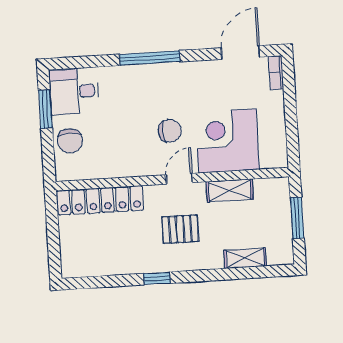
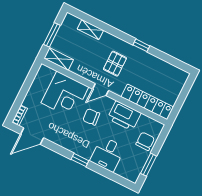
window: (150, 58) -> (80, 160), width x0.46
desk: (74, 91) -> (107, 154), moved, turned 90
printer: (123, 160) -> (124, 116), added
shelving: (230, 190) -> (59, 59), moved
pallet: (180, 229) -> (115, 64), turned 90

